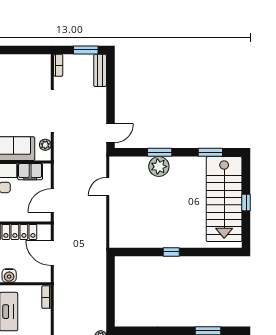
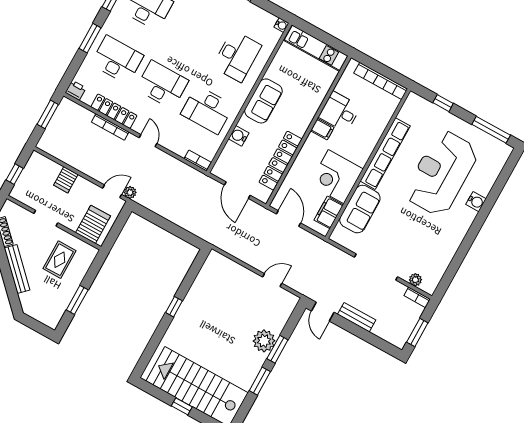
bench: (100, 70) -> (357, 317), moved
plant: (45, 145) -> (415, 280), moved
window: (210, 152) -> (260, 381), moved
door: (108, 187) -> (272, 280), hinge flipped
door: (52, 253) -> (237, 190), swing flipped

